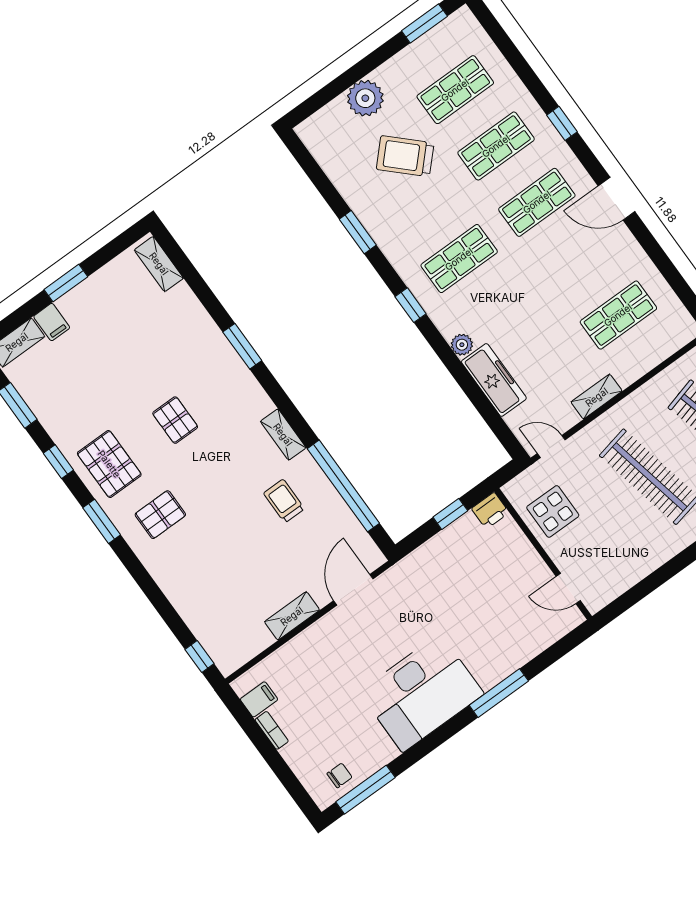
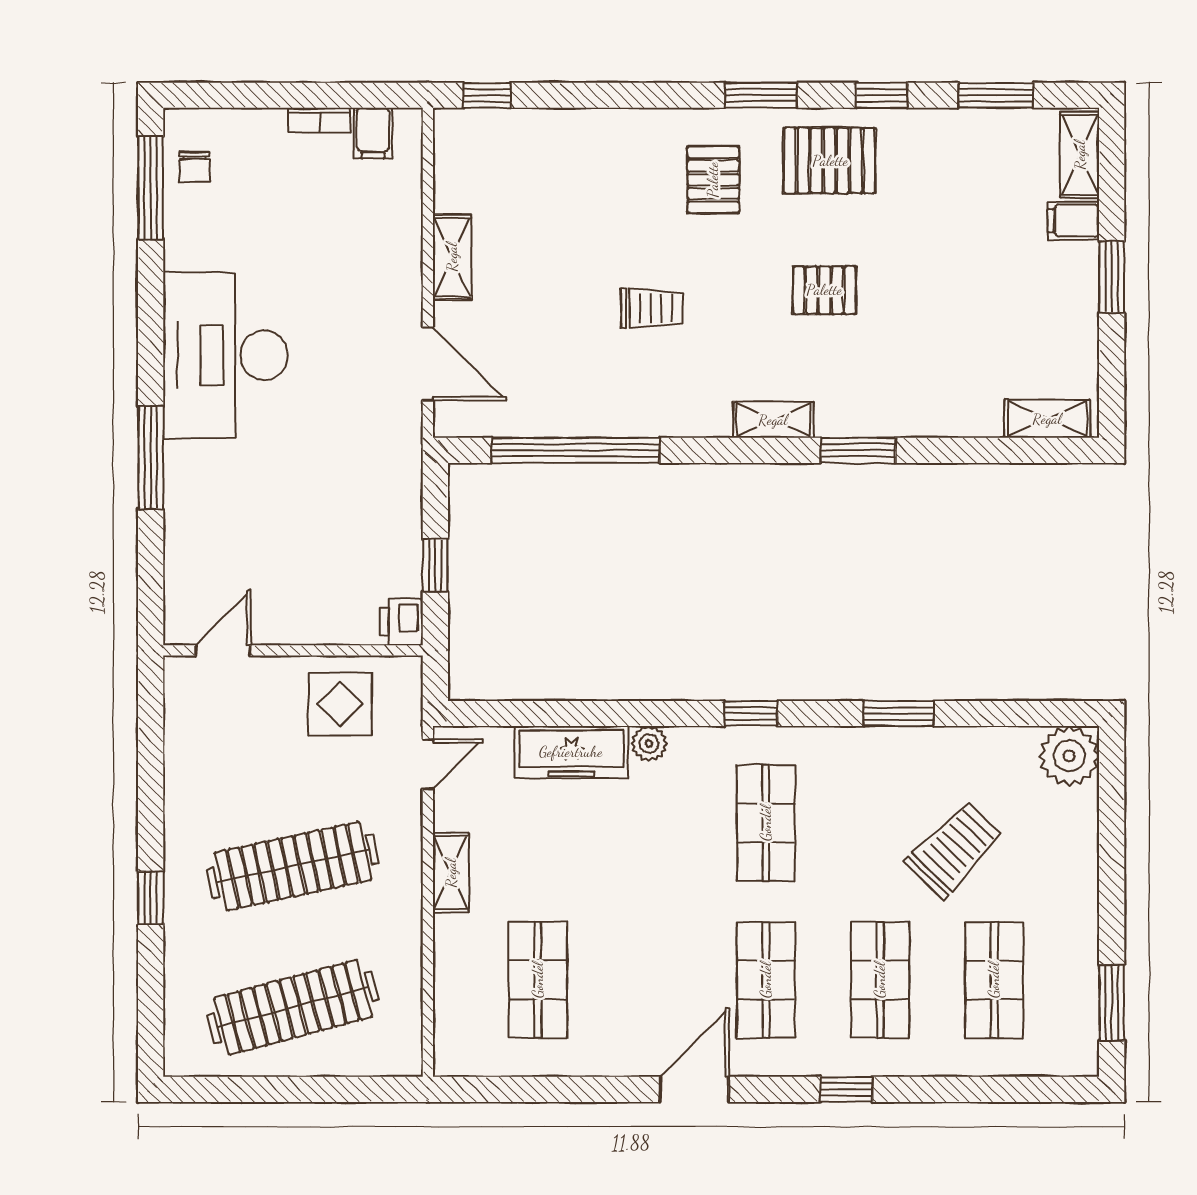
plant: (365, 98) -> (1069, 756), moved
shelving: (283, 435) -> (773, 420), moved
trolley: (284, 501) -> (652, 308), moved

